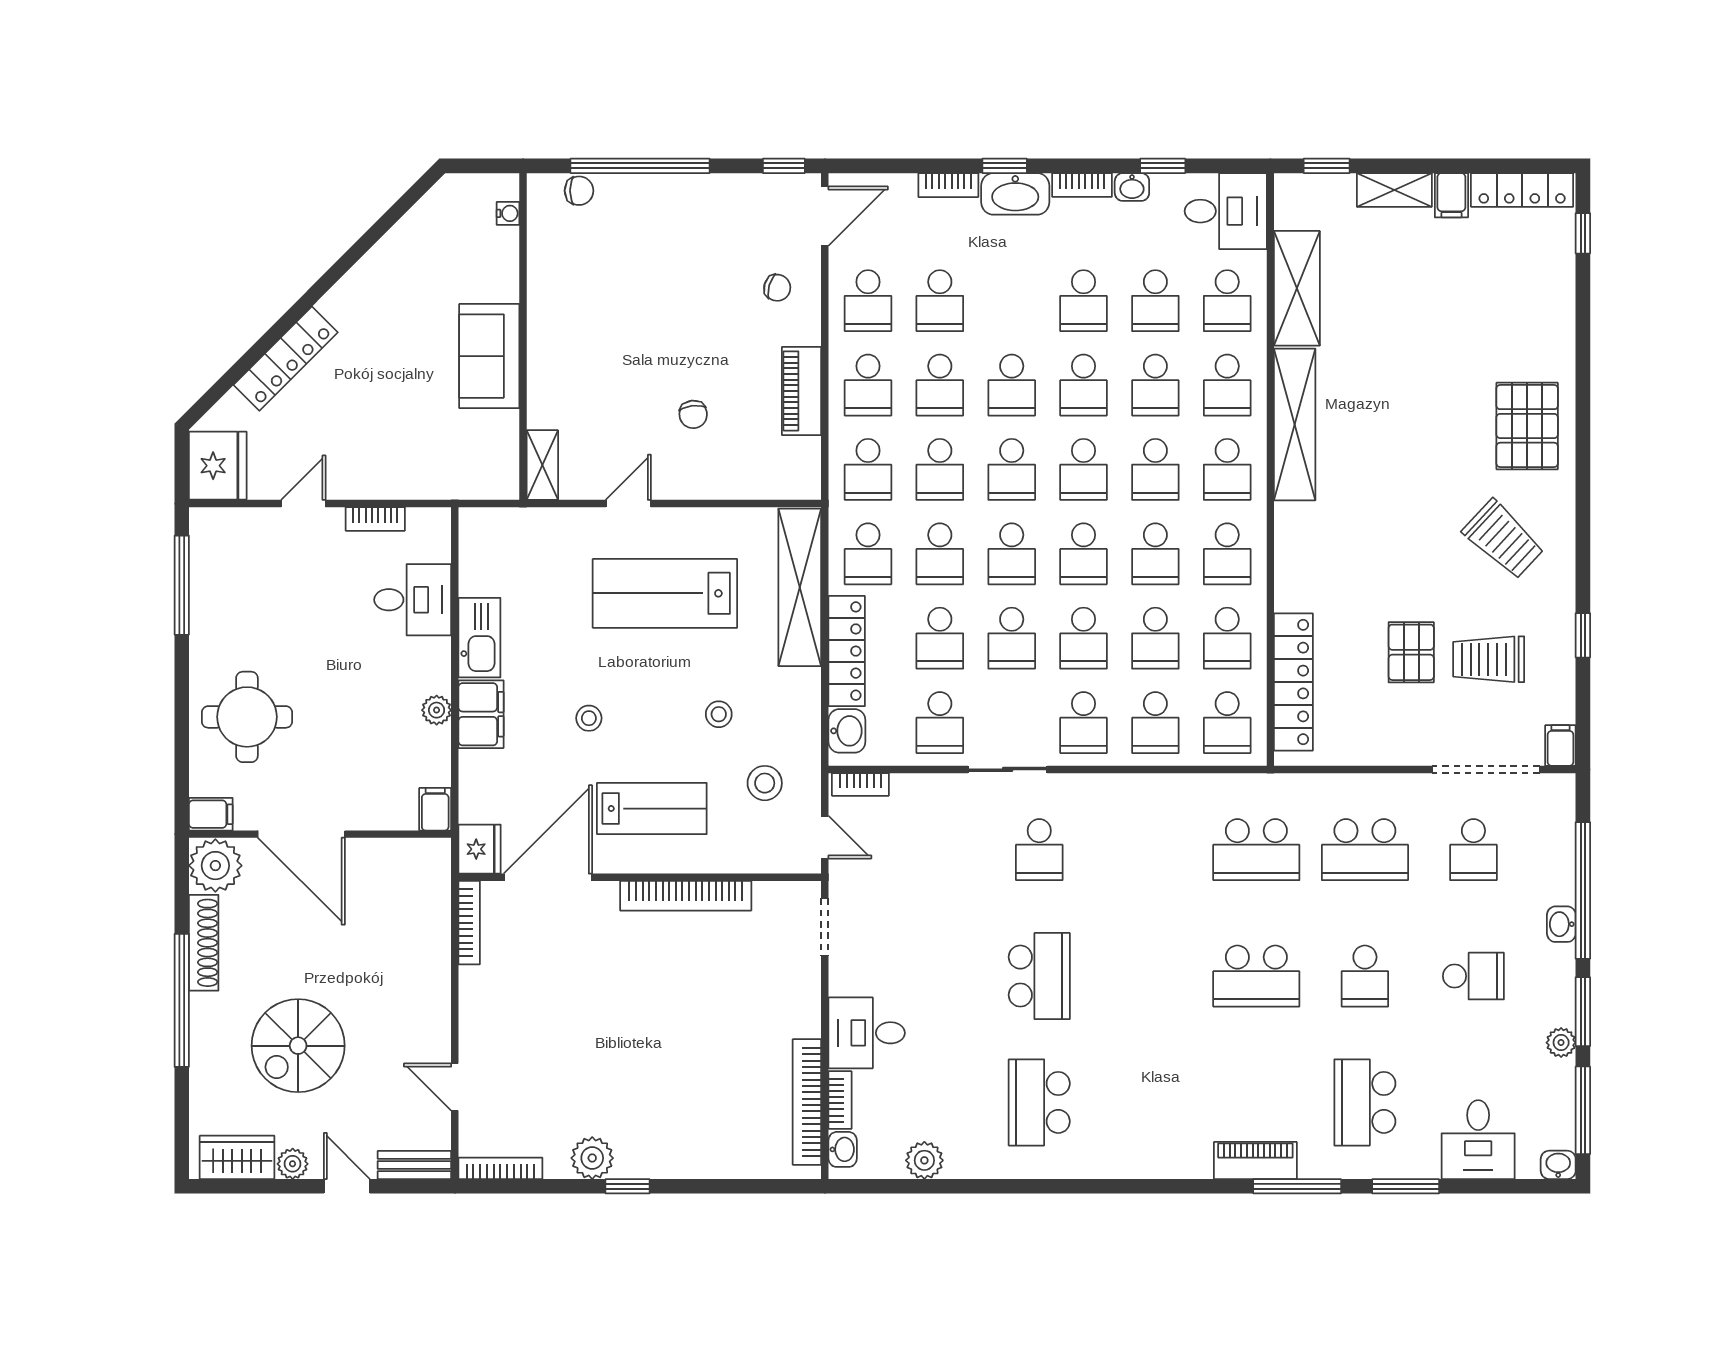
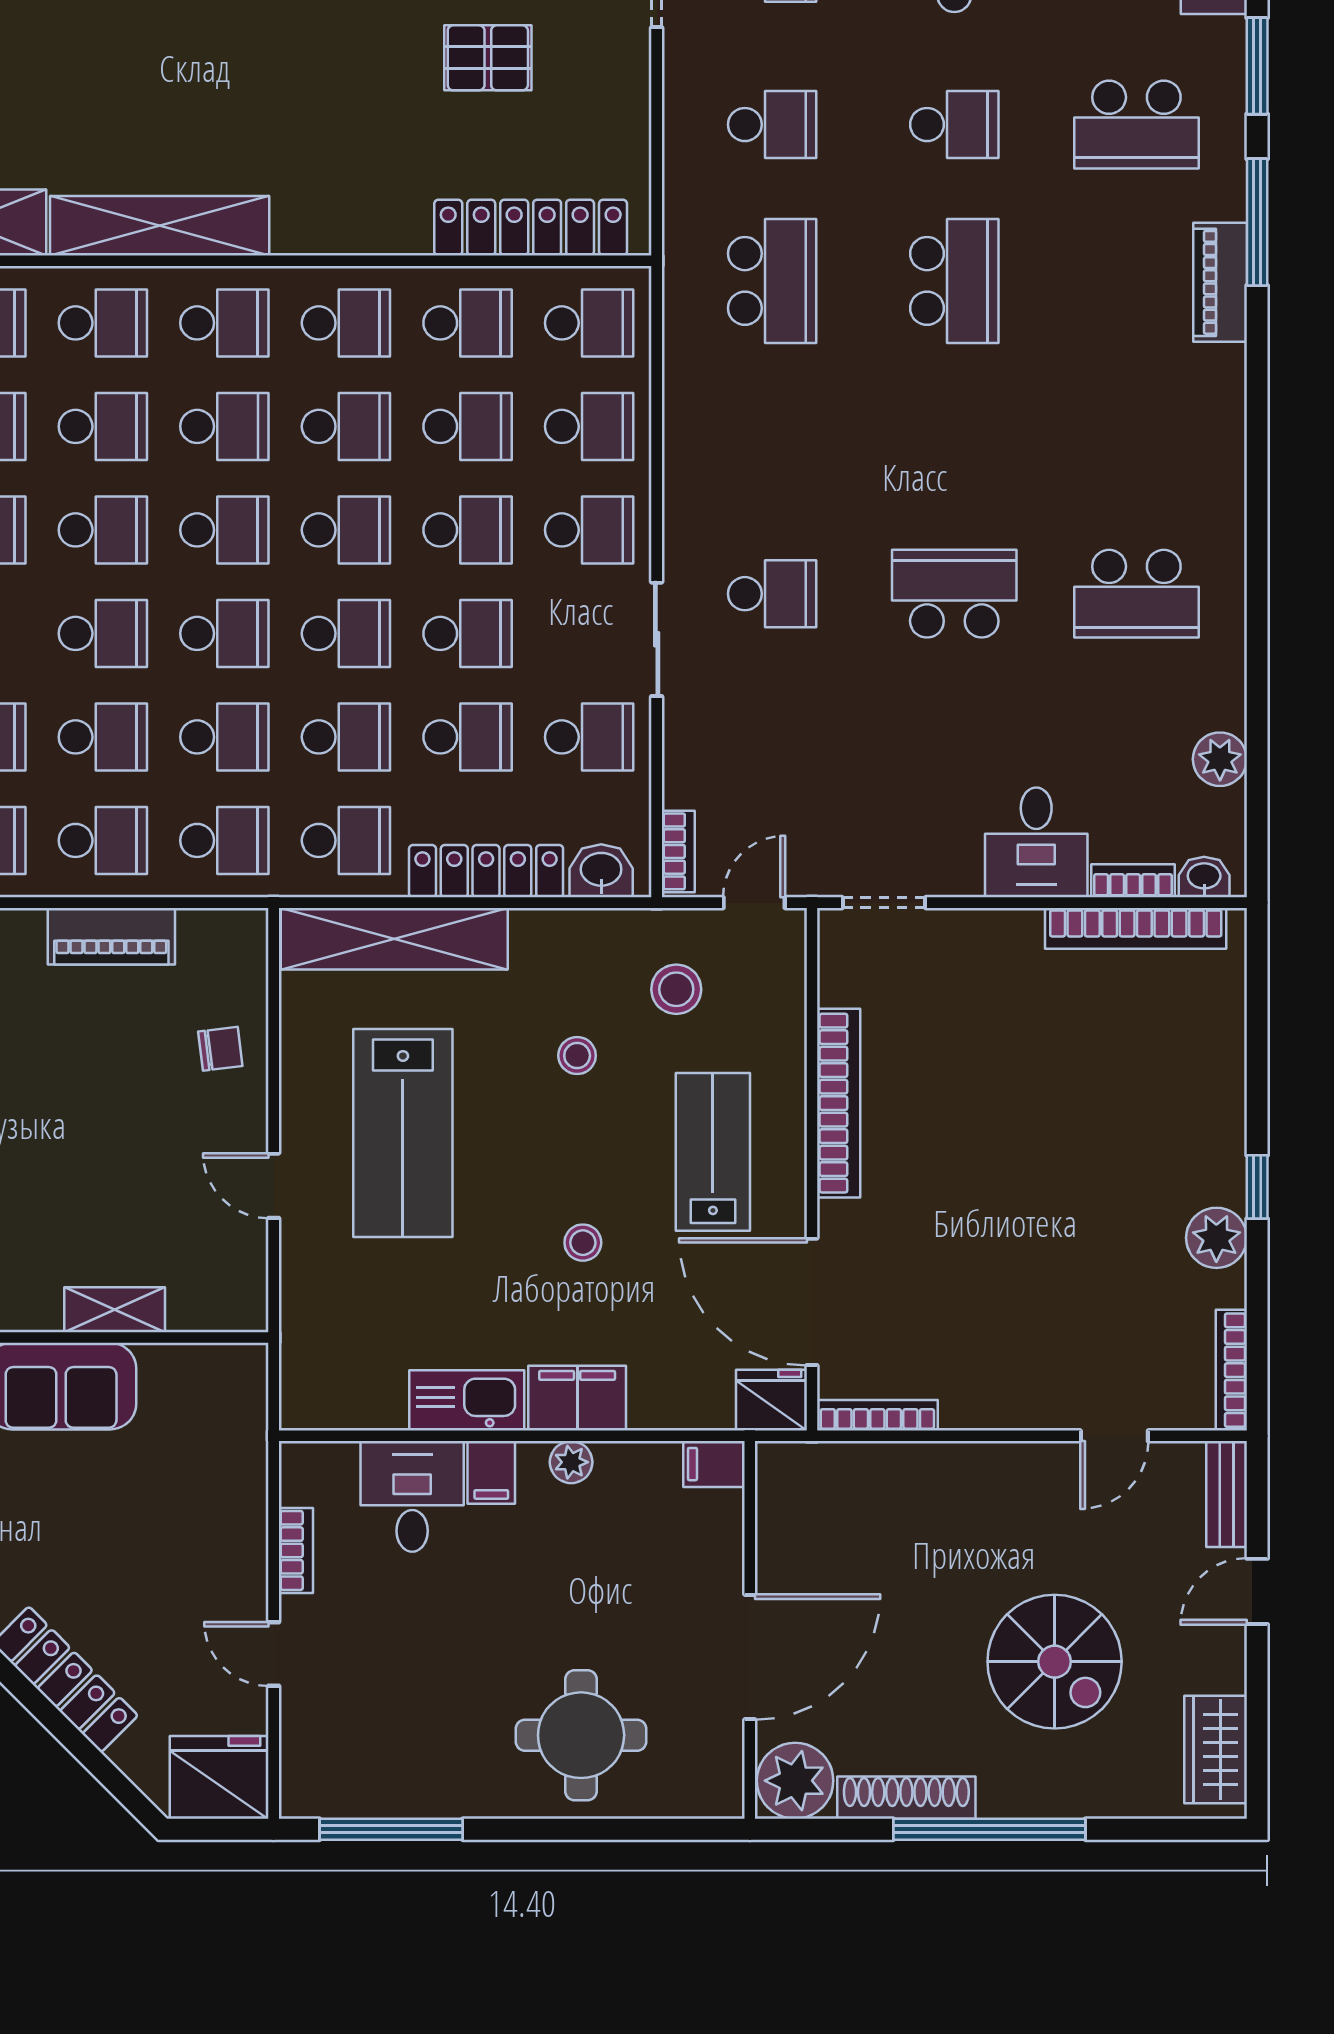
chair: (693, 414) -> (220, 1049), moved
shelving: (542, 465) -> (115, 1310), moved
filing cabinet: (211, 814) -> (491, 1472), moved, turned 180
school desk: (1365, 850) -> (772, 125), width x0.54
plant: (293, 1164) -> (1225, 1670), removed

